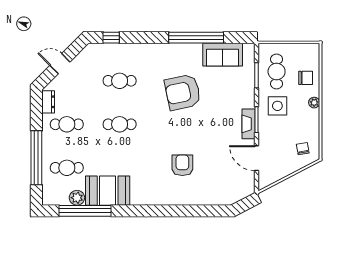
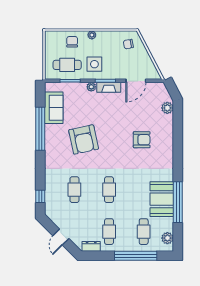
plant: (249, 102) -> (91, 87), added
armchair: (182, 165) -> (142, 140), turned 180
plant: (77, 198) -> (167, 238), moved
plant: (222, 198) -> (167, 108), added
window: (85, 211) -> (178, 202), moved

